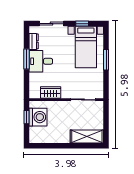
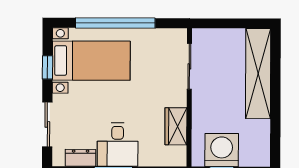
window: (106, 60) -> (115, 23), width x2.11
shelving: (87, 137) -> (258, 74), width x1.47

